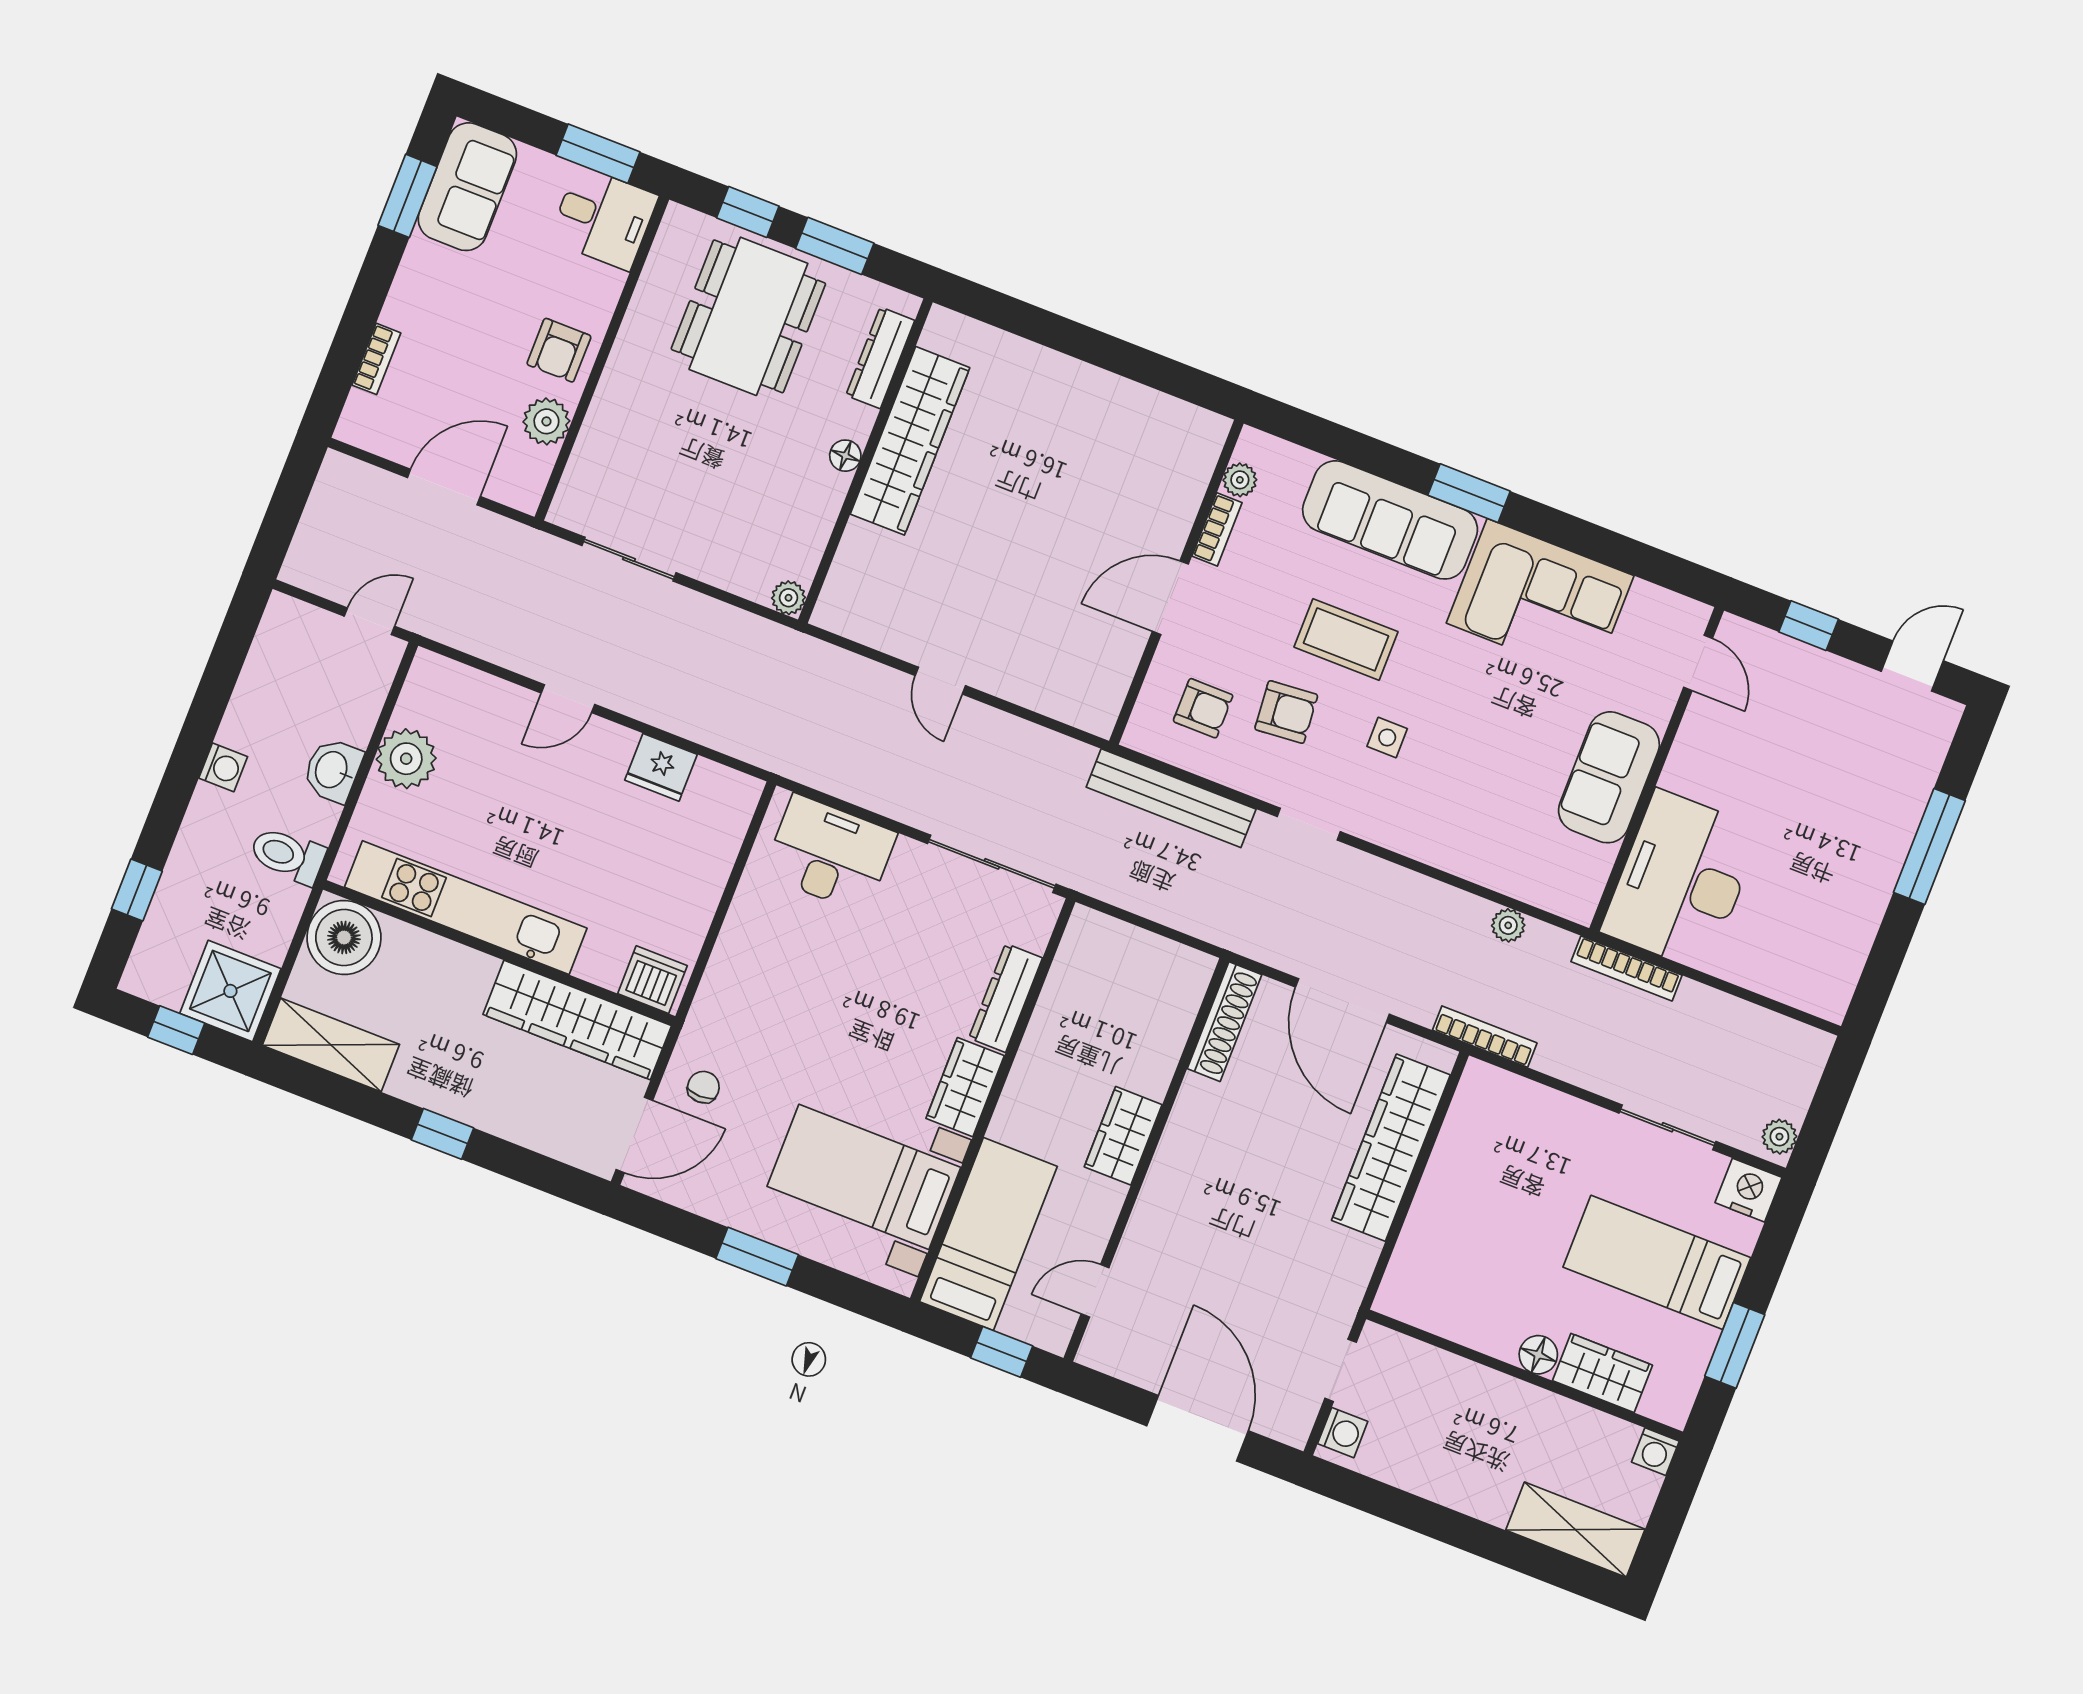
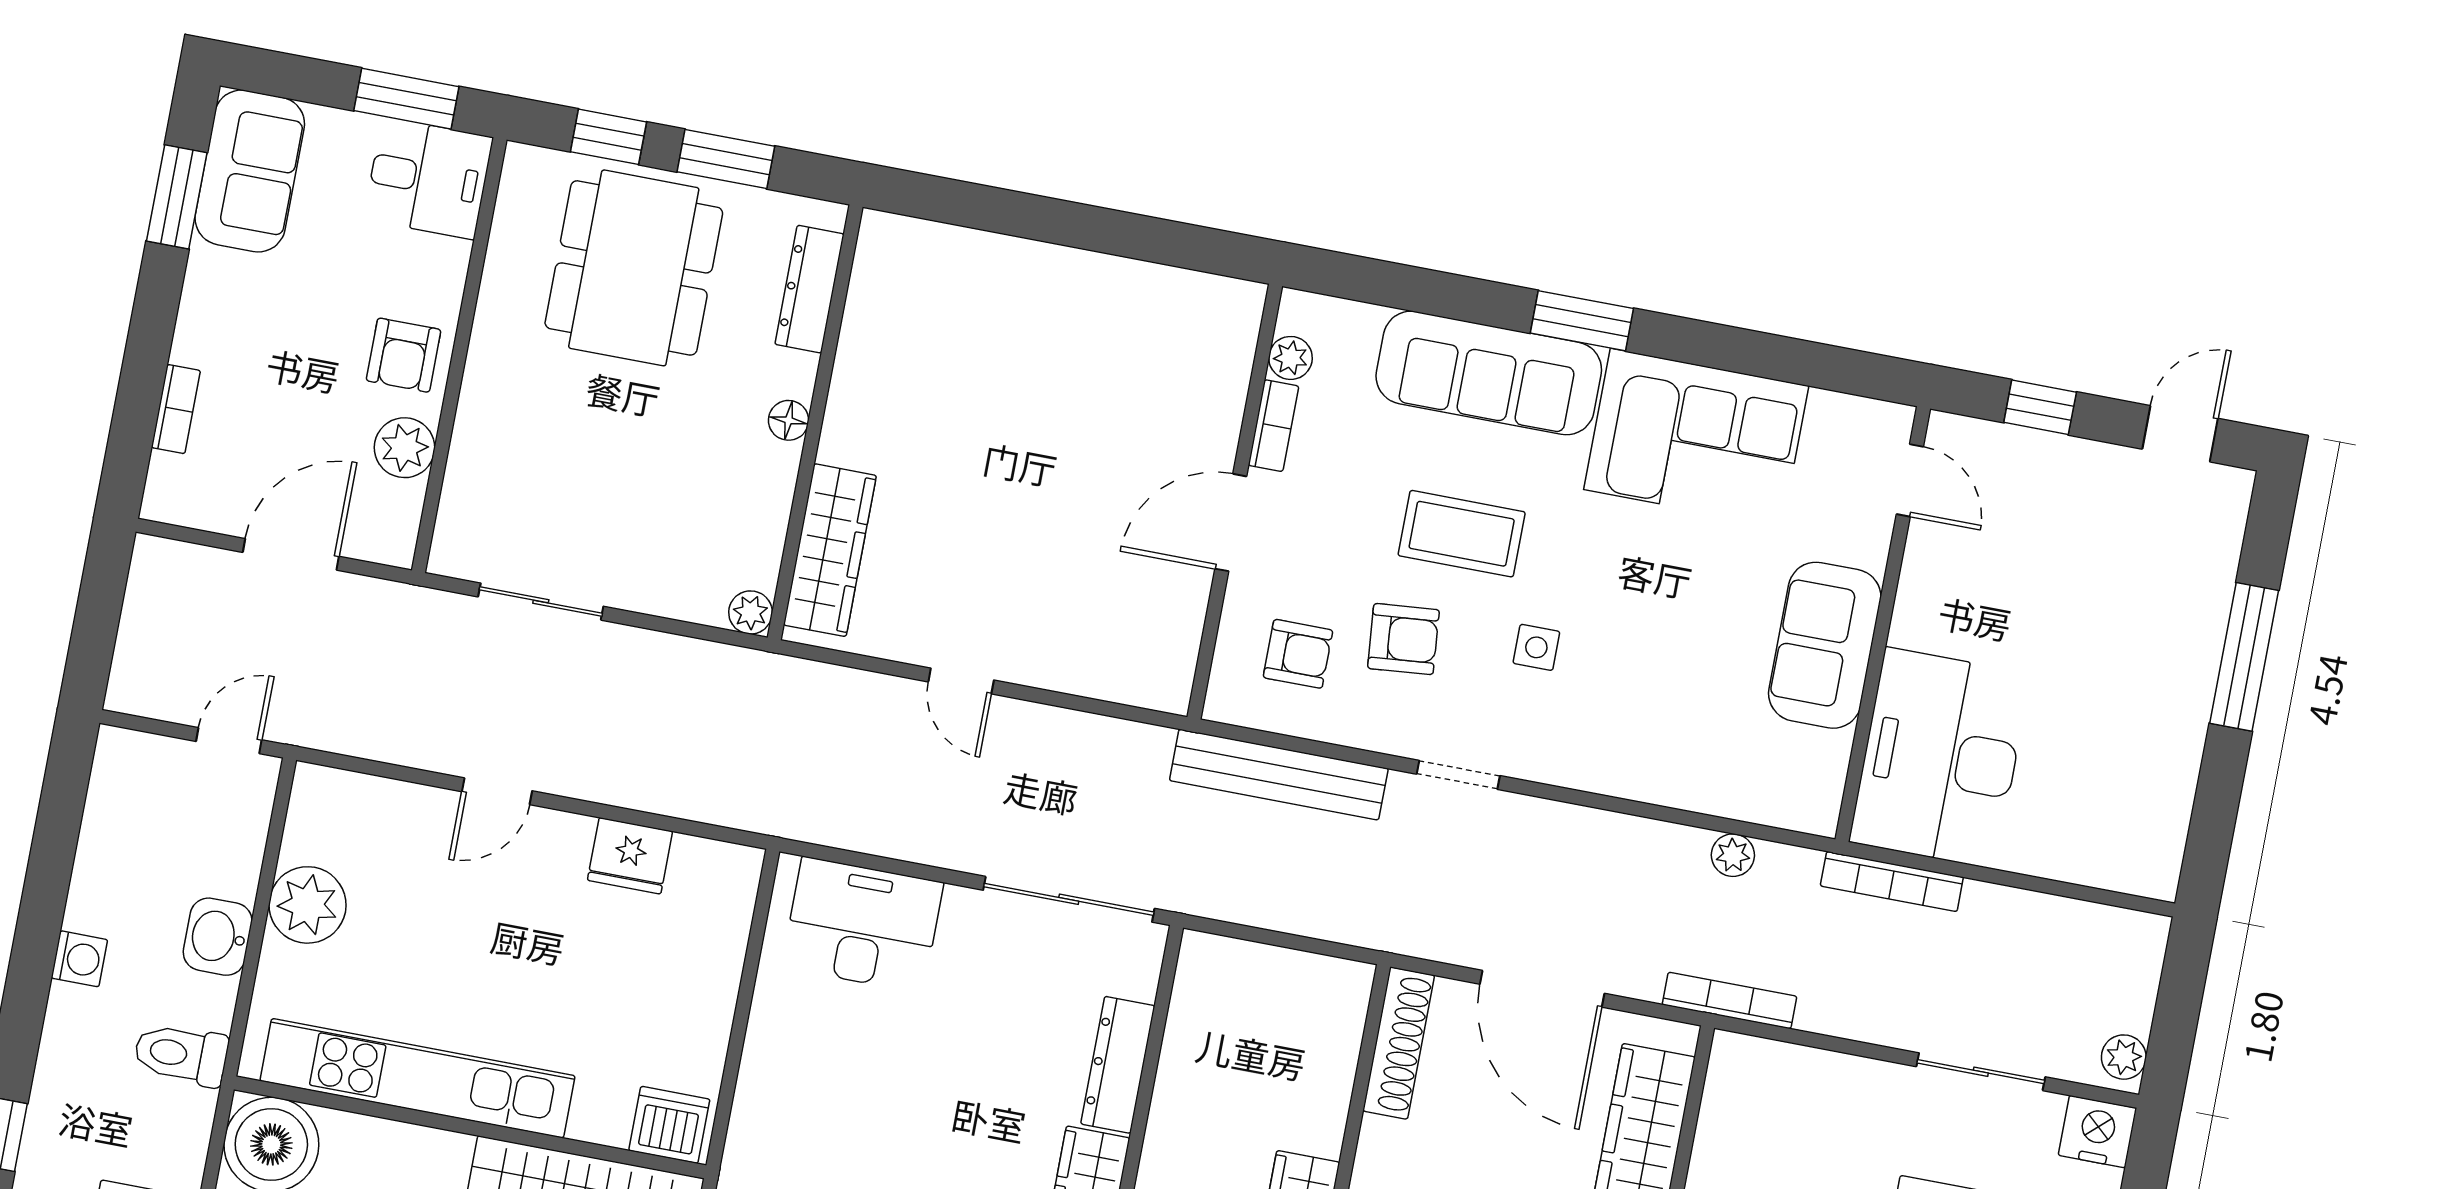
wardrobe: (910, 441) -> (830, 550), moved, width x0.71, depth x0.85

